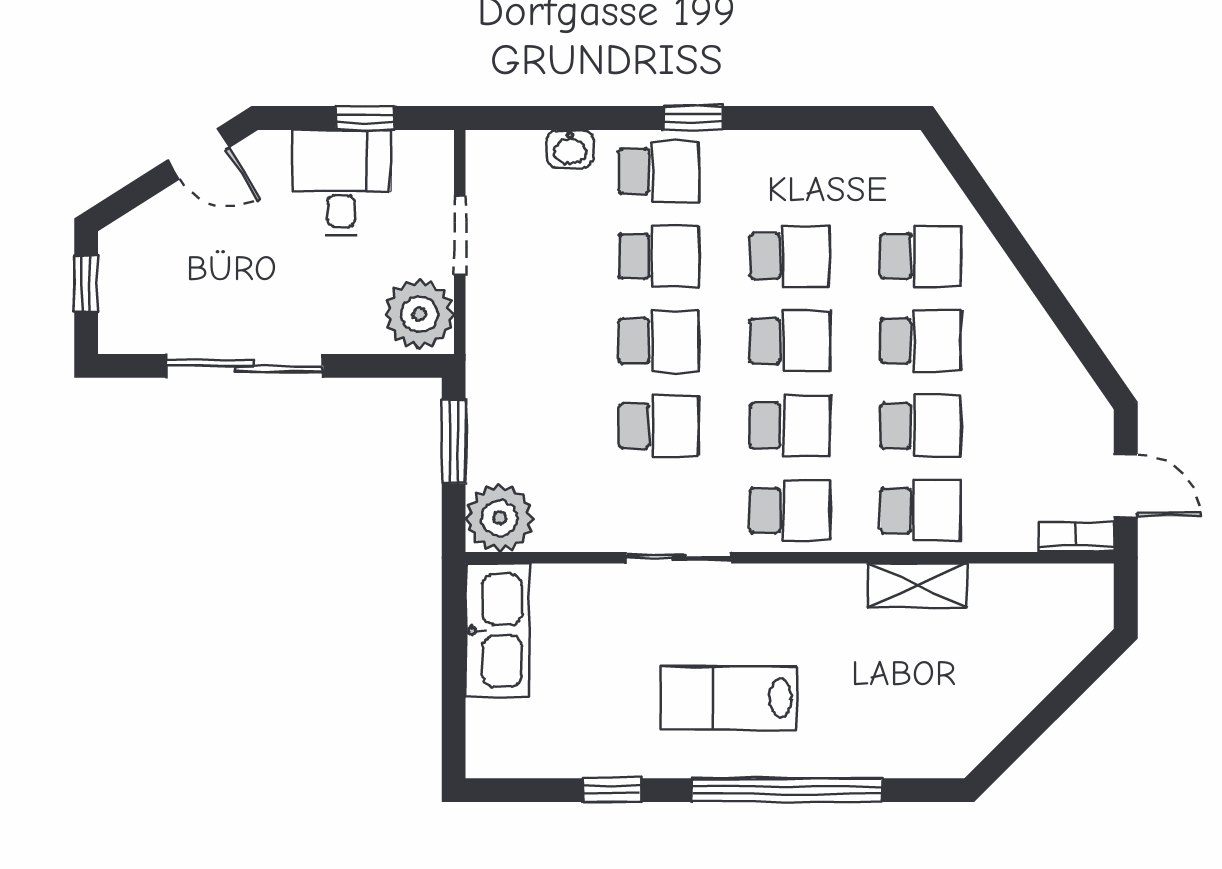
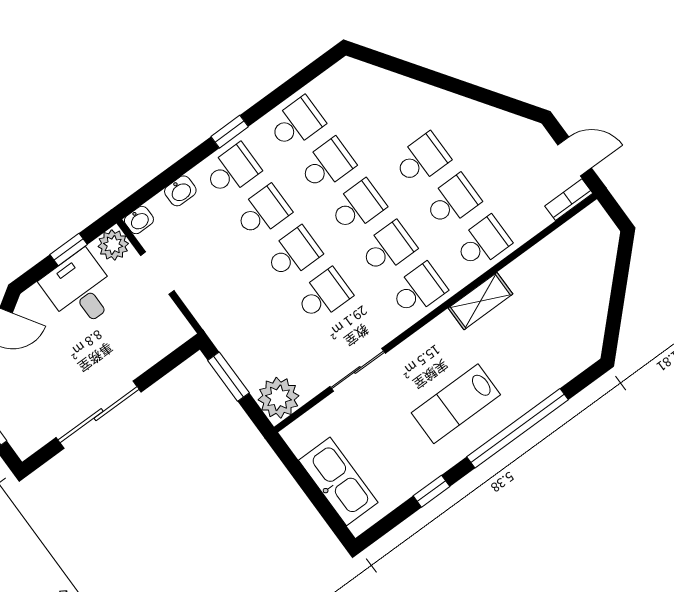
washbasin: (487, 147) -> (139, 220), added
school desk: (921, 256) -> (297, 123), moved
plant: (419, 314) -> (113, 245), moved, width x0.73, depth x0.73
sliding door: (679, 558) -> (358, 370), moved
shelving: (917, 586) -> (480, 301), moved
kitchen sink: (498, 630) -> (338, 481), moved

